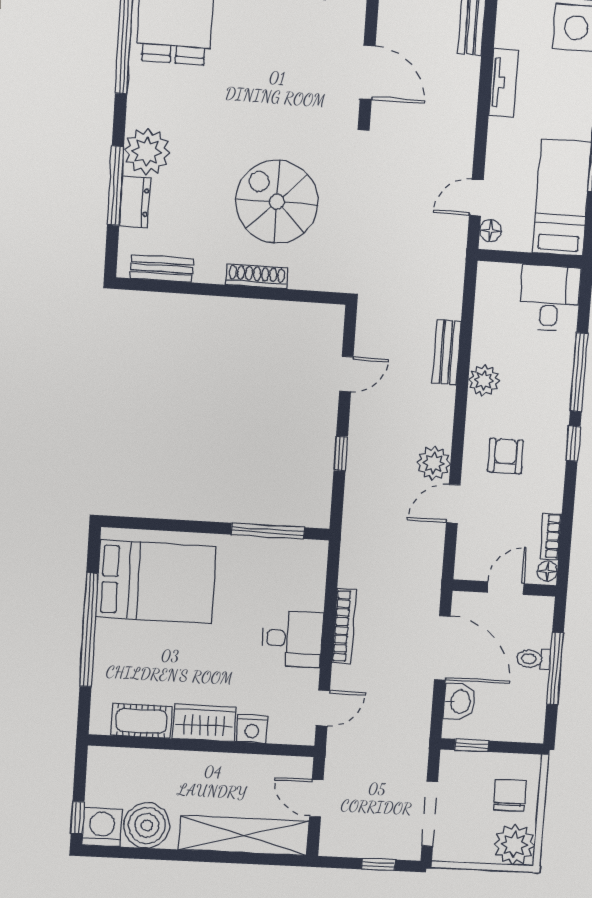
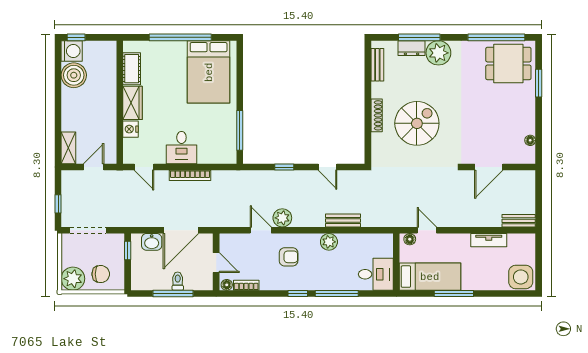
shelving: (244, 835) -> (68, 148), width x0.45, depth x0.75

